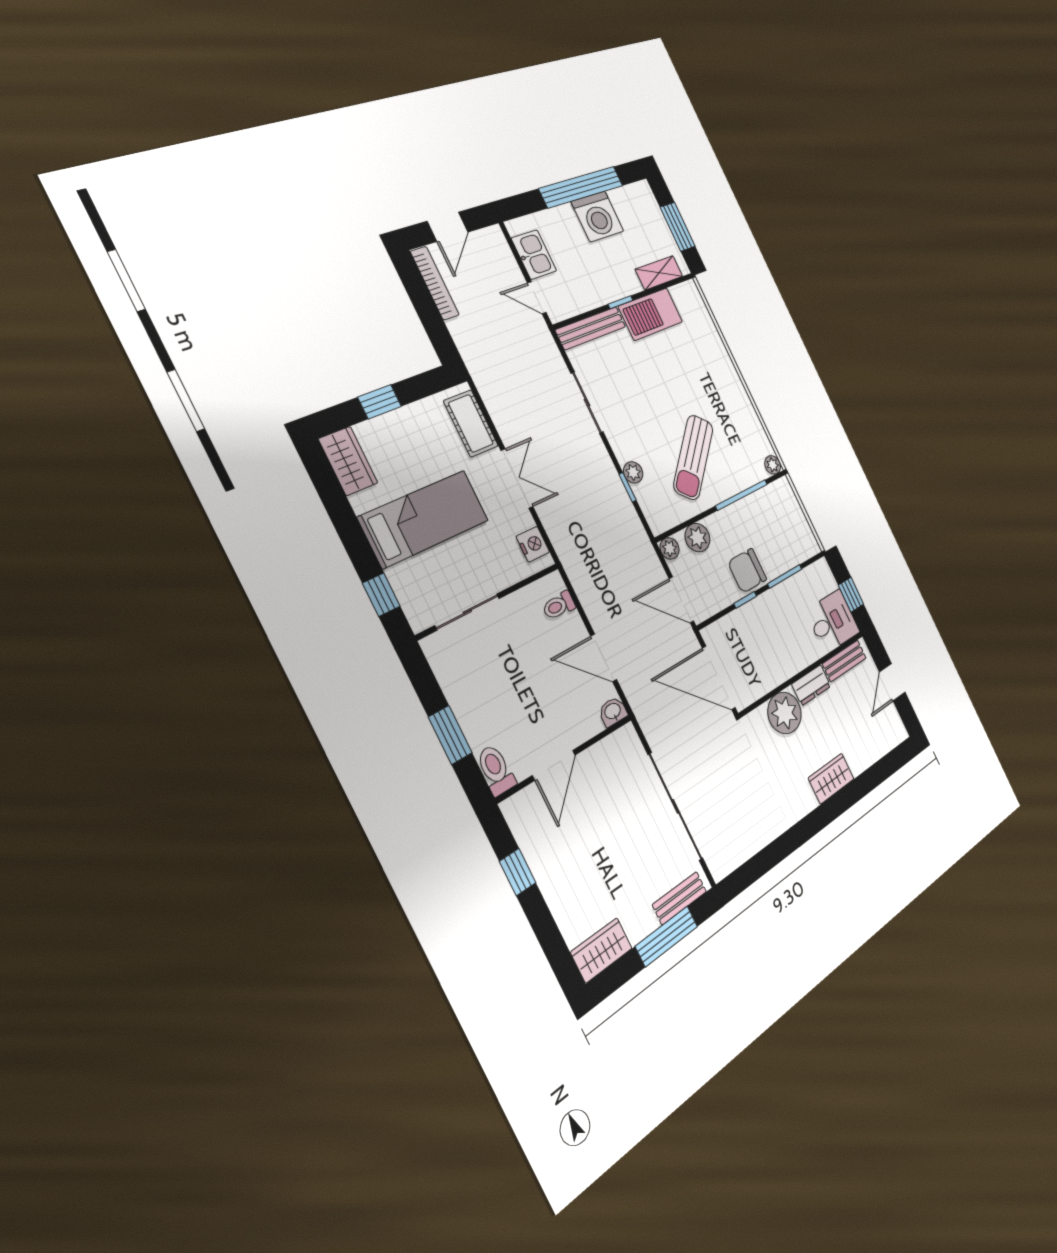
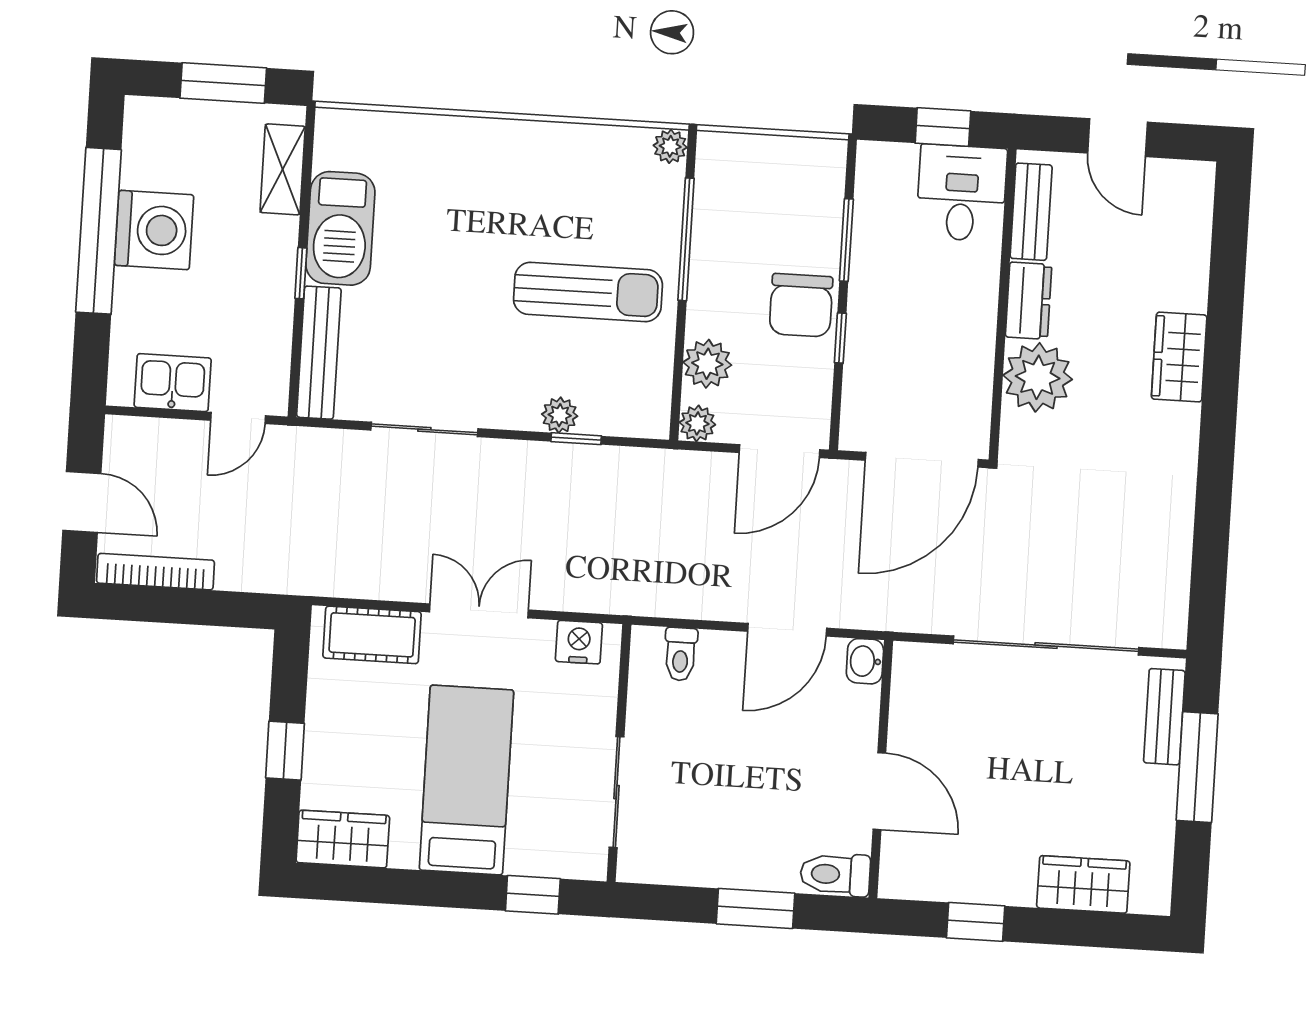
sun lounger: (693, 457) -> (588, 292), turned -44
wardrobe: (602, 950) -> (1083, 884), moved, turned 90

